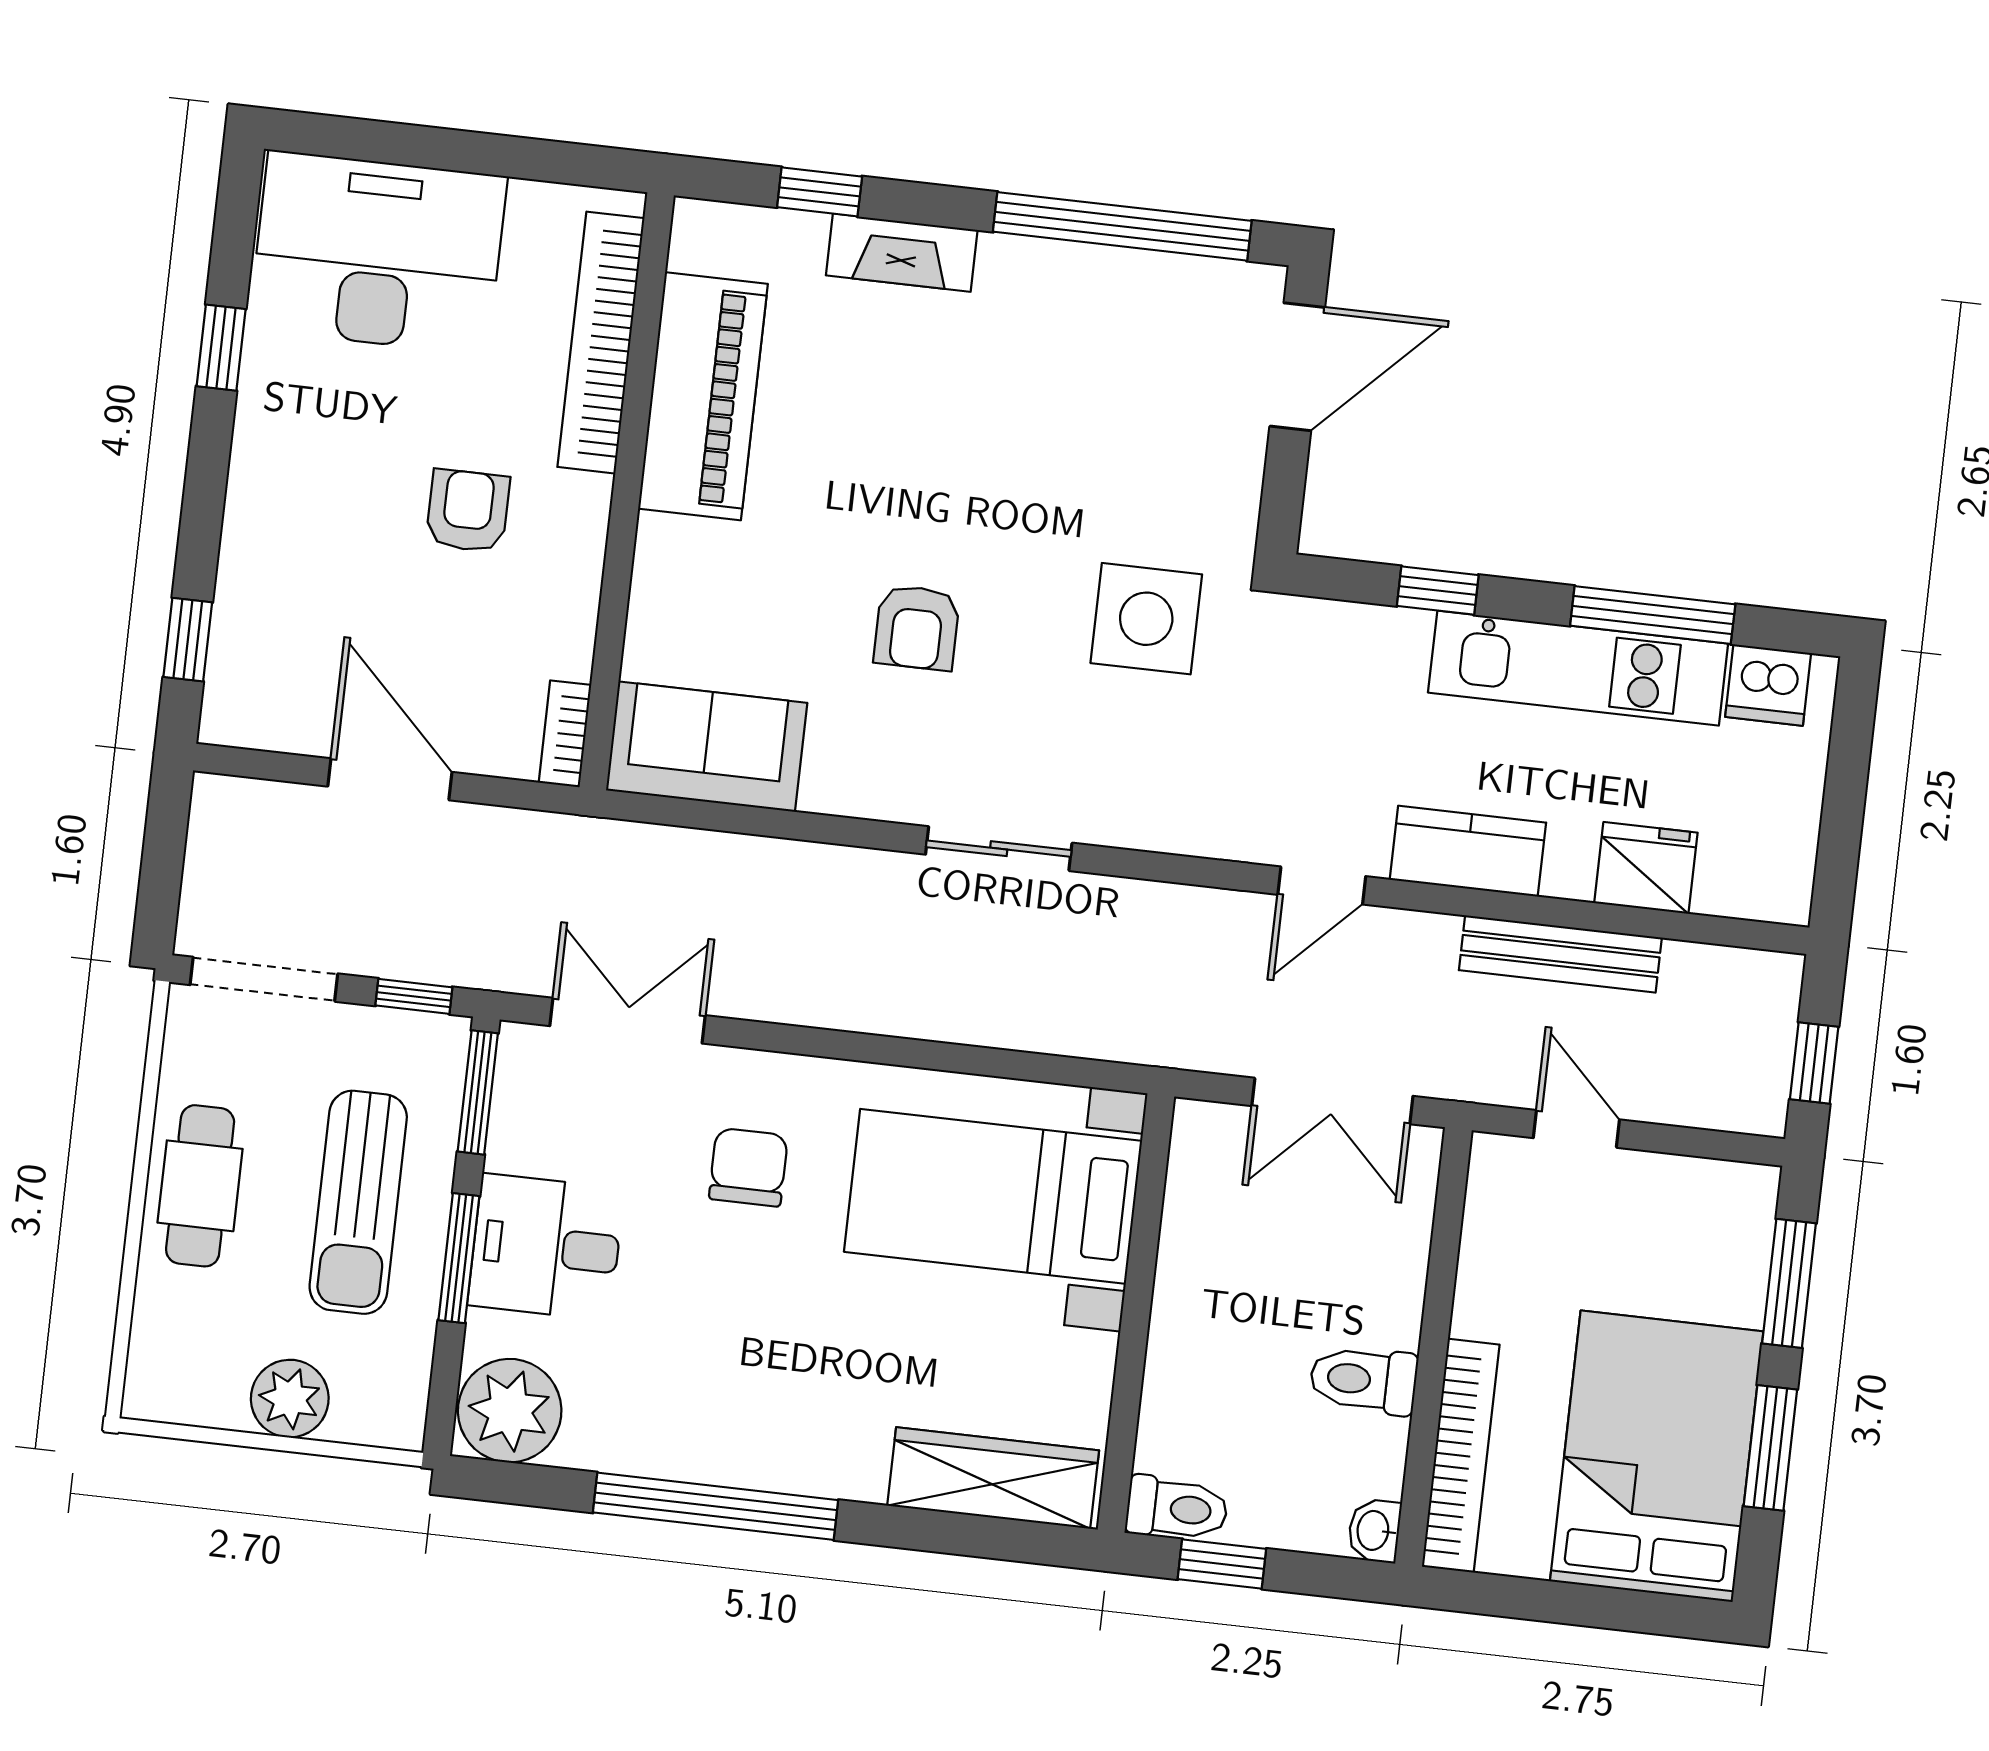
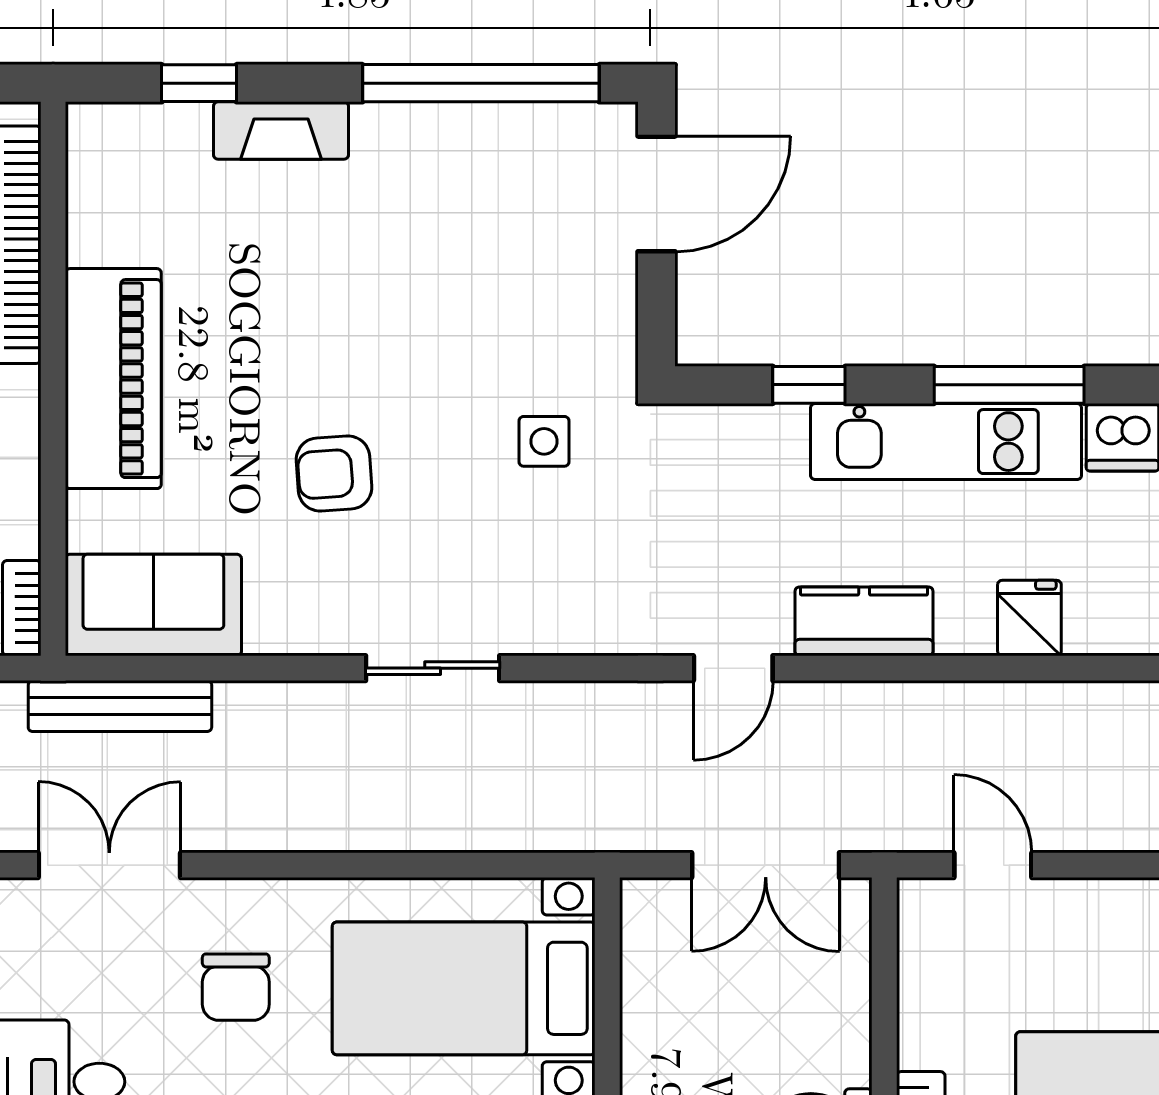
piano: (703, 396) -> (113, 379), moved
side table: (1146, 619) -> (544, 441), width x0.54, depth x0.54
armchair: (917, 628) -> (334, 474), turned 86
fridge: (1646, 868) -> (1029, 618), width x0.72
bench: (1560, 954) -> (120, 706), moved
chair: (748, 1167) -> (236, 987), turned 180

